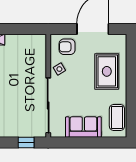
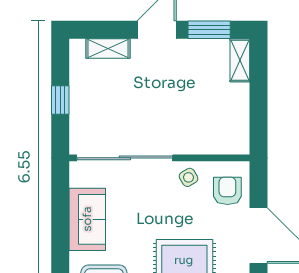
window: (26, 142) -> (60, 100), moved

